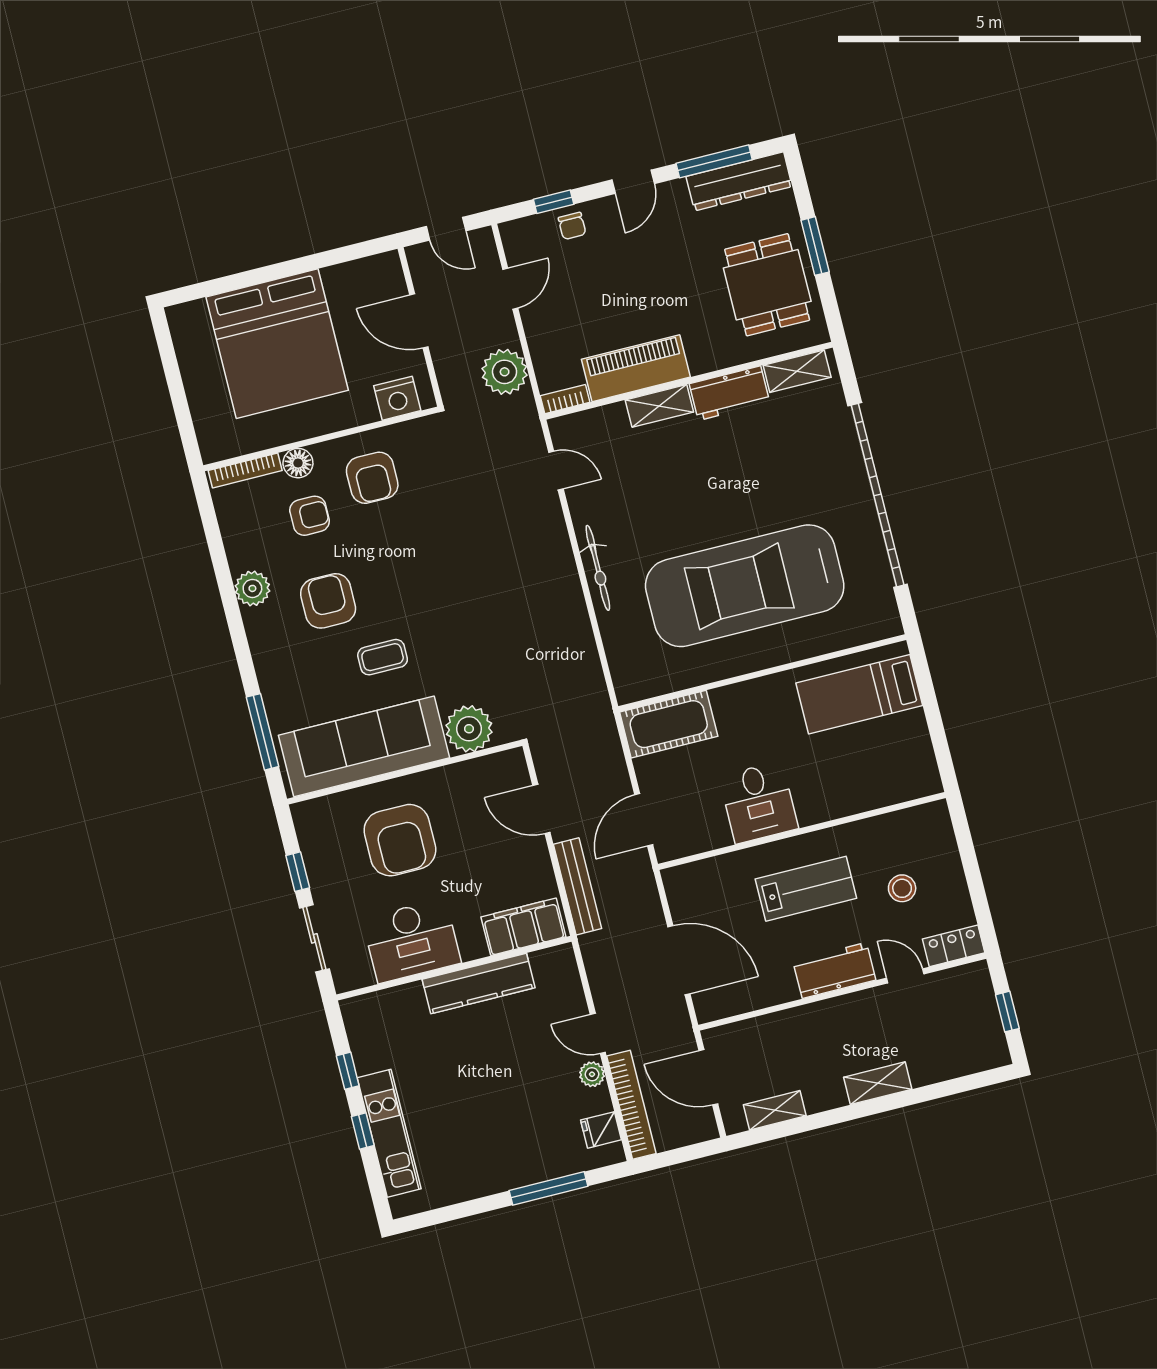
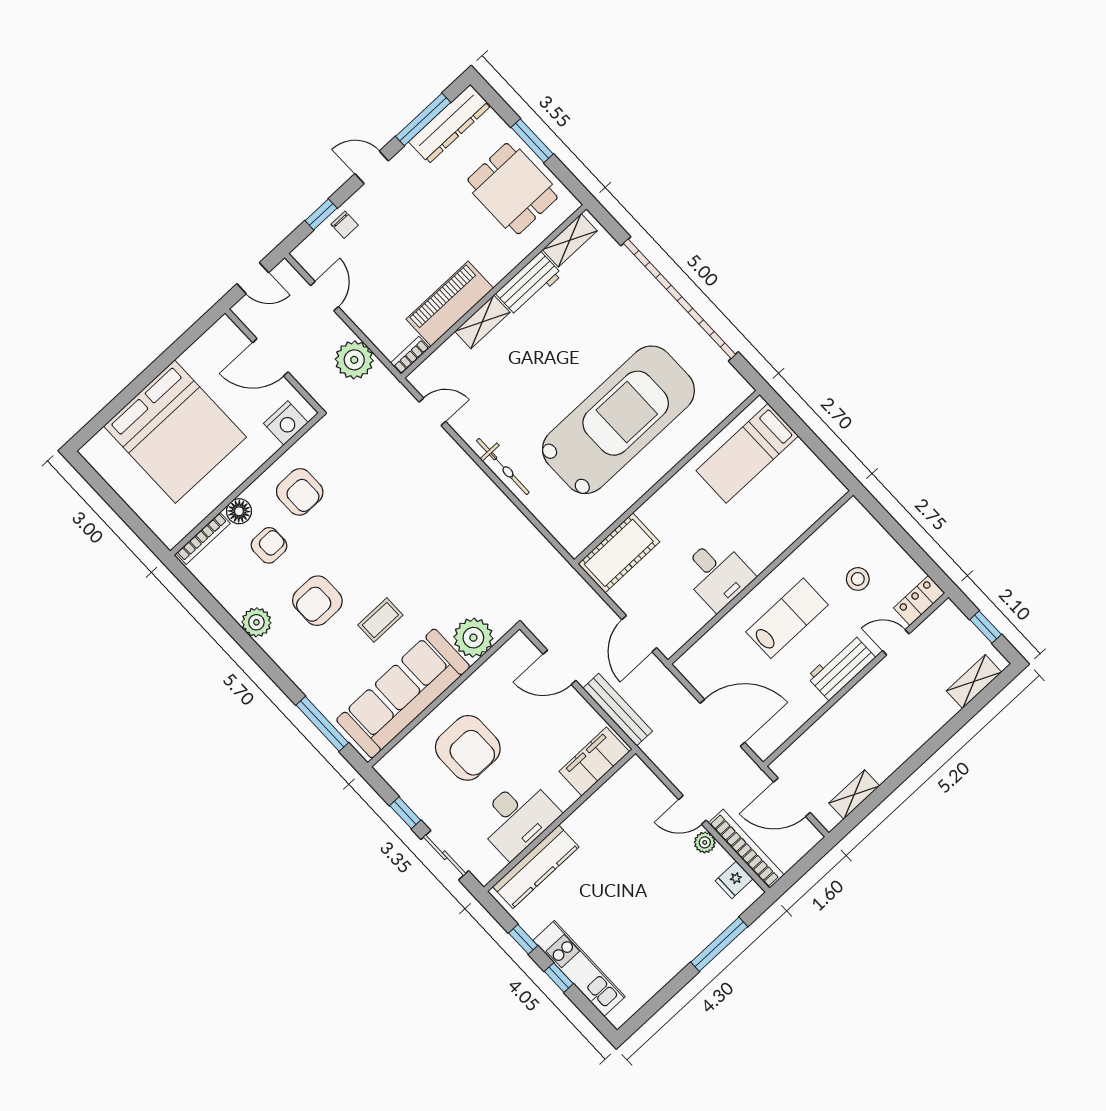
door: (633, 182) -> (372, 167), swing flipped
car: (745, 586) -> (618, 420), turned 180
armchair: (328, 601) -> (317, 601), turned -90
kitchen counter: (479, 983) -> (536, 867), moved
shelving: (878, 1083) -> (974, 681), moved

